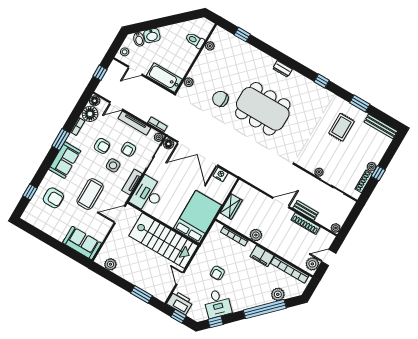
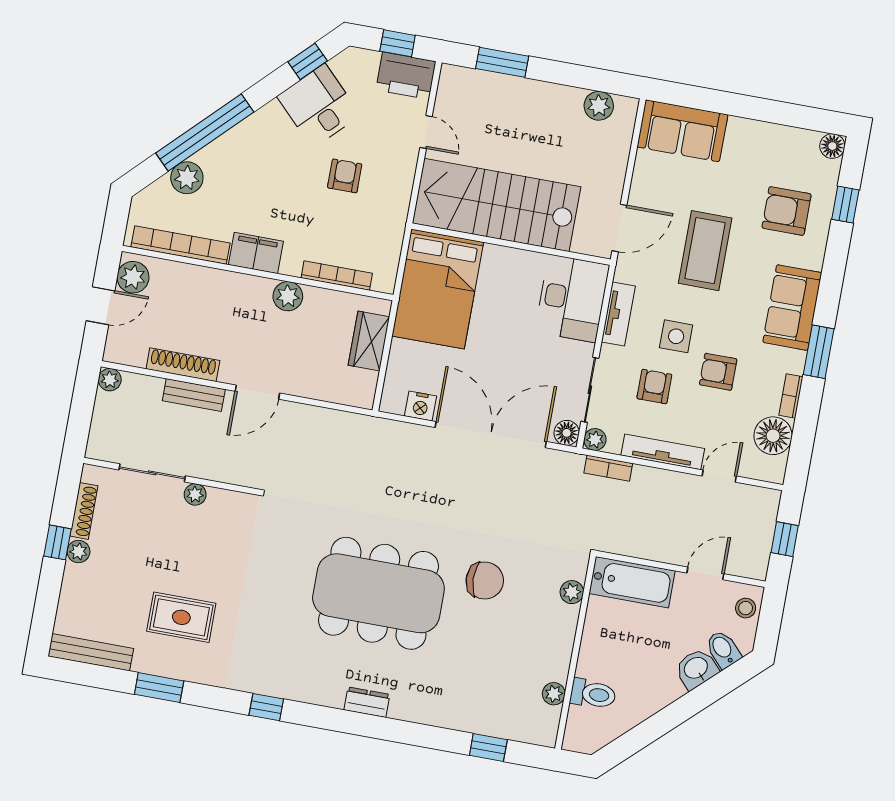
floor lamp: (95, 101) -> (832, 146), moved
rug: (341, 127) -> (181, 617), turned 90

